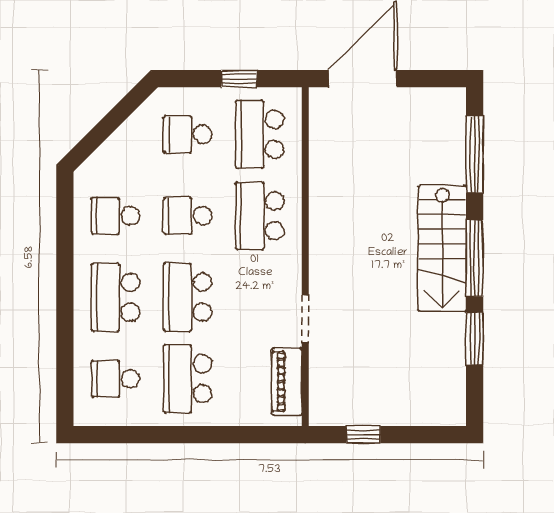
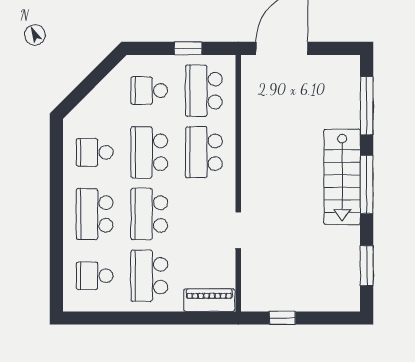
school desk: (188, 216) -> (149, 152), width x1.85
window: (475, 338) -> (367, 266), moved
piano: (287, 382) -> (209, 300), moved, turned 90

